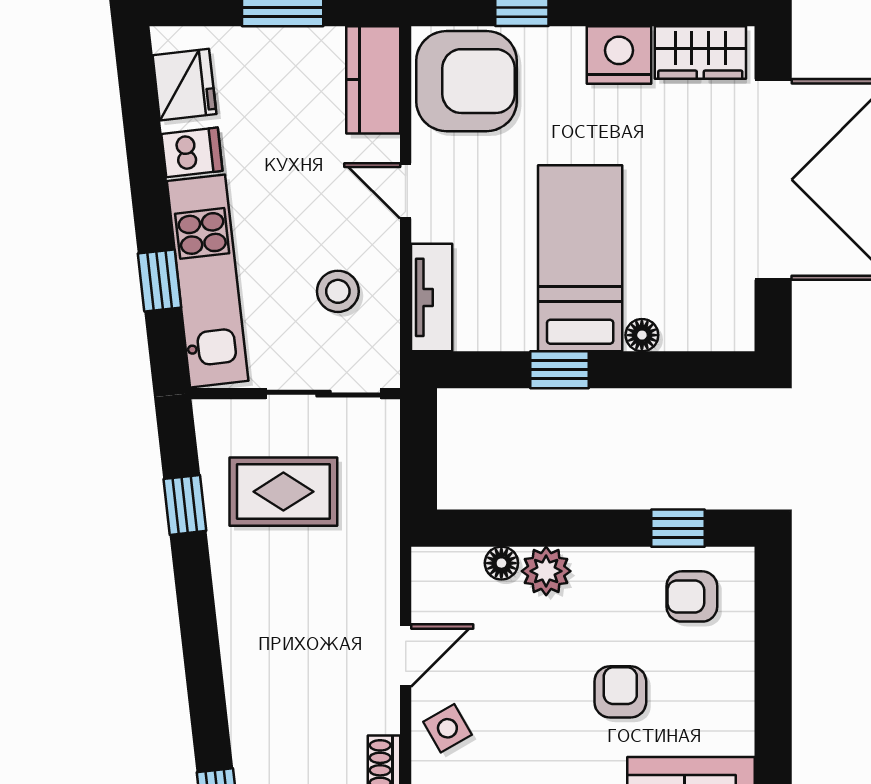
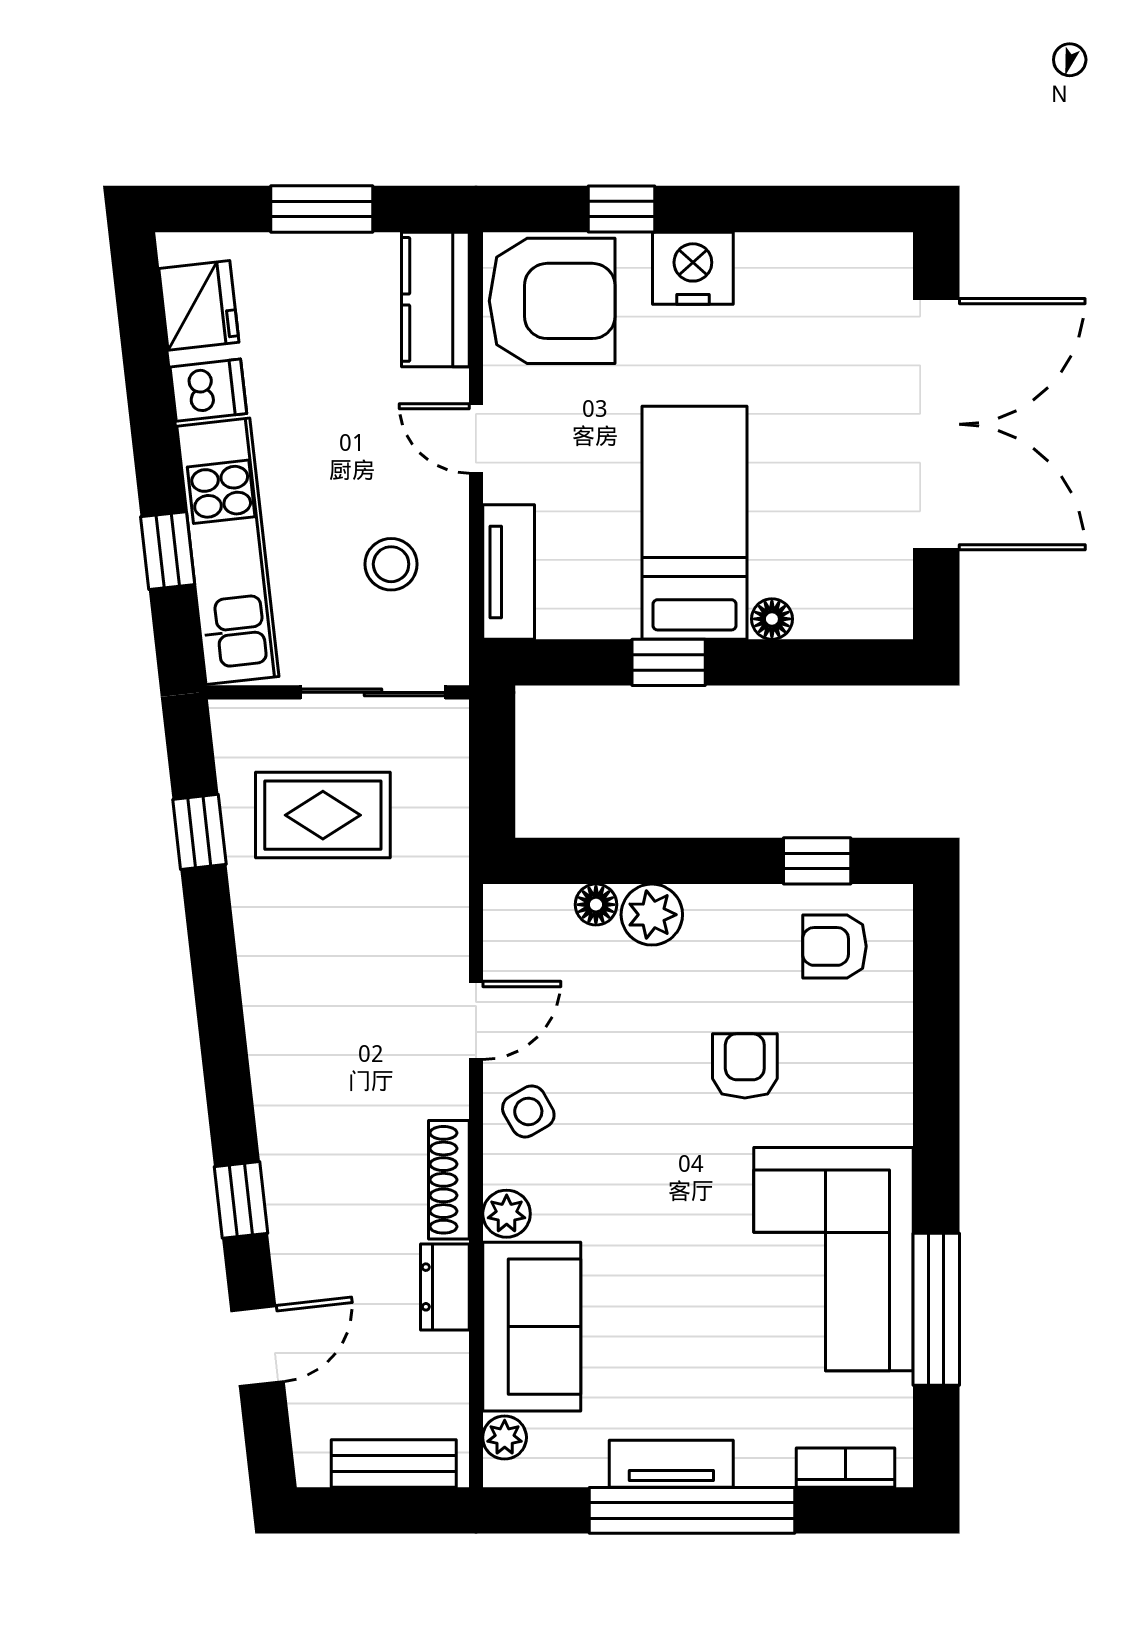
wardrobe: (700, 53) -> (845, 265), removed
nightstand: (619, 55) -> (693, 268), moved

